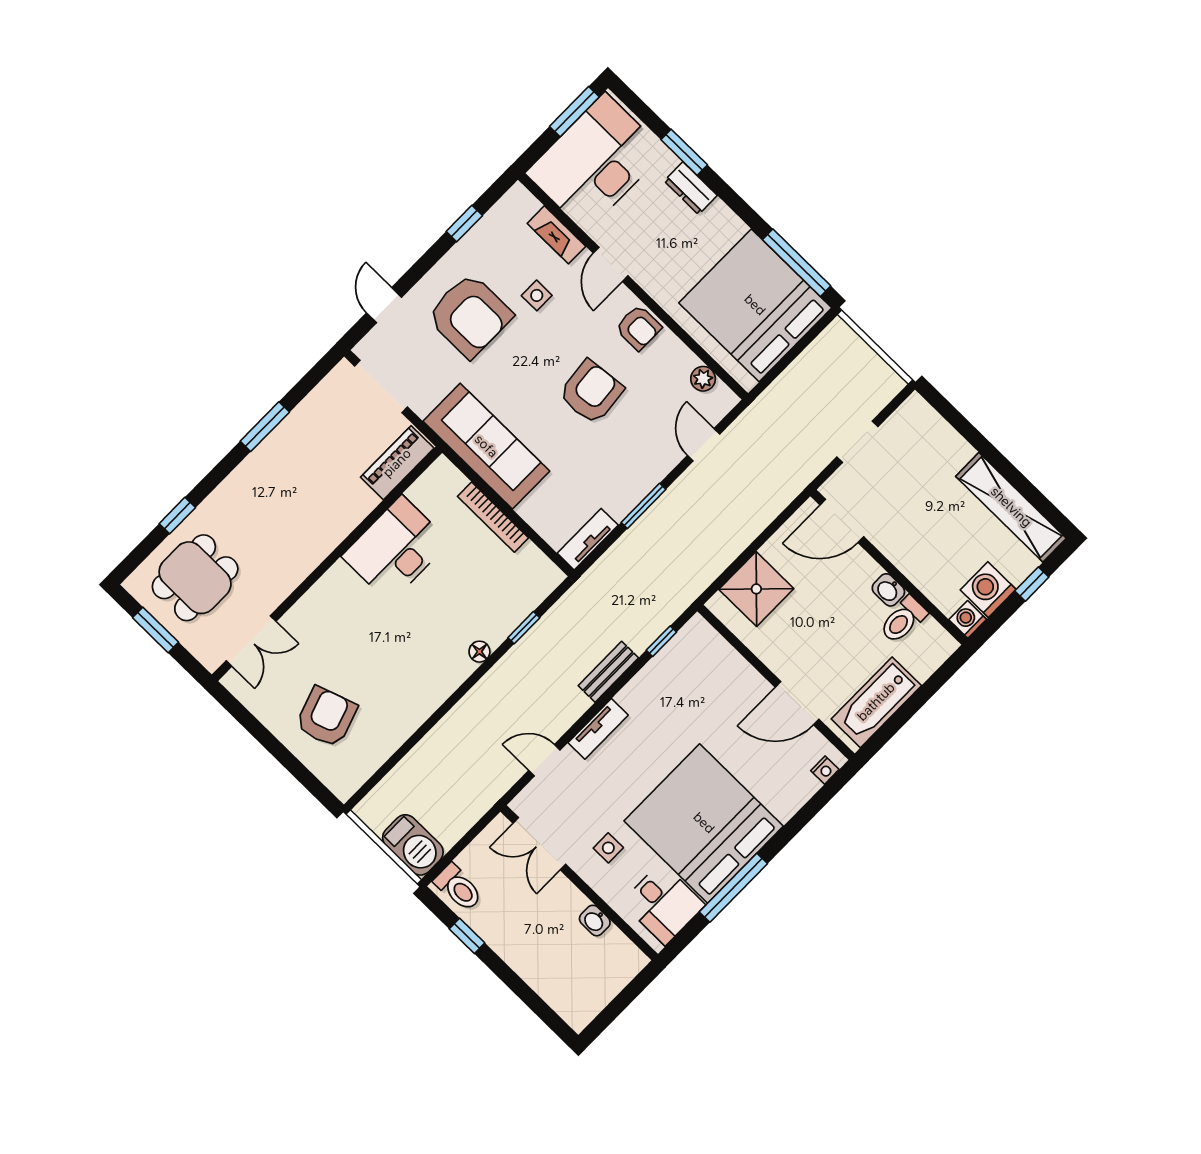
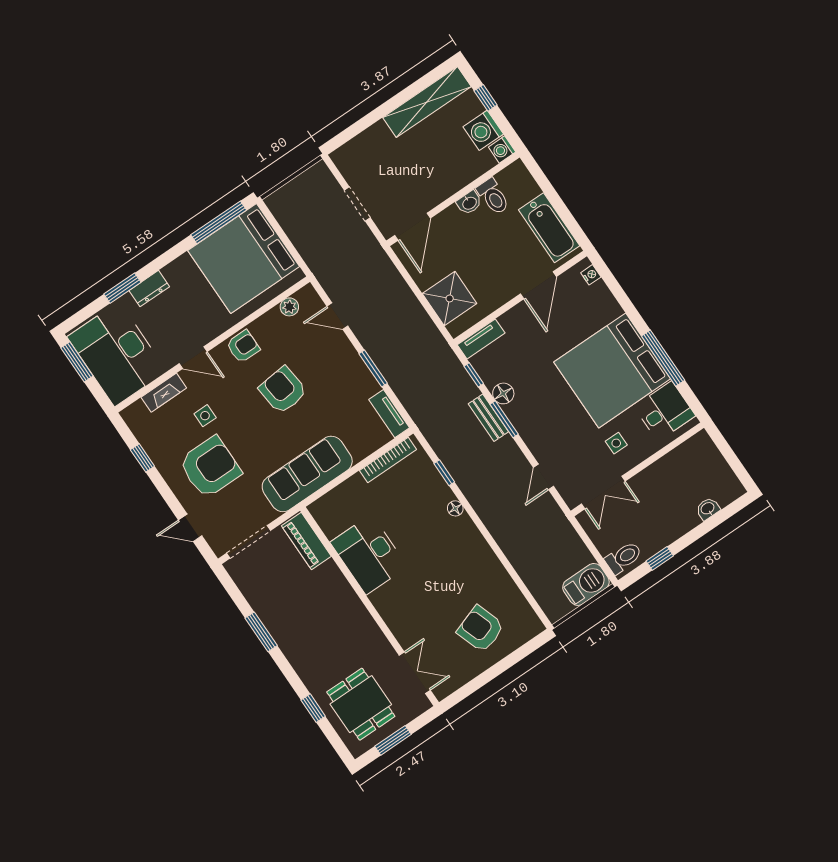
bookcase: (493, 517) -> (388, 460), moved
floor lamp: (644, 685) -> (503, 393), added
window: (611, 693) -> (504, 419), added
tv unit: (598, 729) -> (481, 339), moved, turned 90
washbasin: (595, 921) -> (708, 509), moved, turned 180

